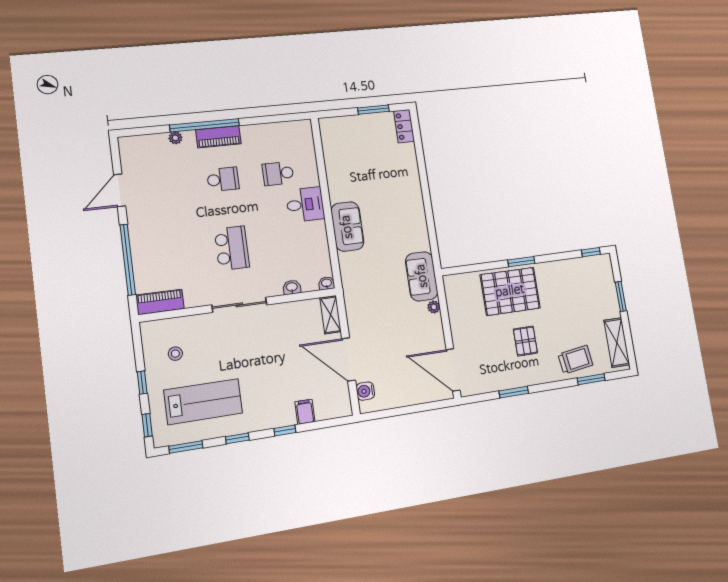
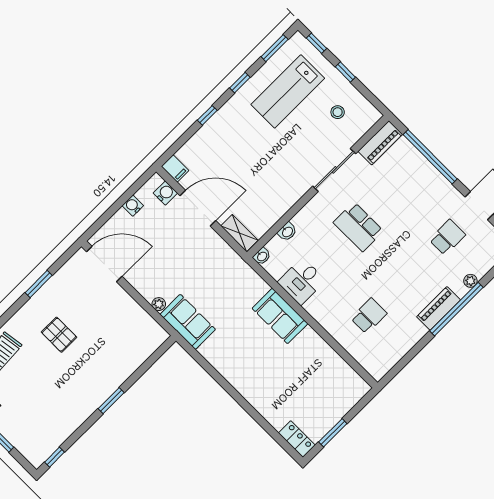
school desk: (223, 179) -> (447, 237), moved, turned 180
desk: (305, 204) -> (302, 281), moved
pallet: (510, 291) -> (102, 367), removed
sliding door: (239, 305) -> (334, 170), moved
water cooler: (398, 400) -> (133, 206), added
filing cabinet: (305, 412) -> (175, 168), moved

